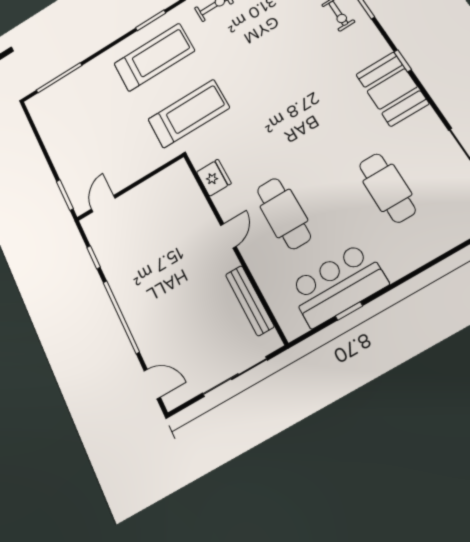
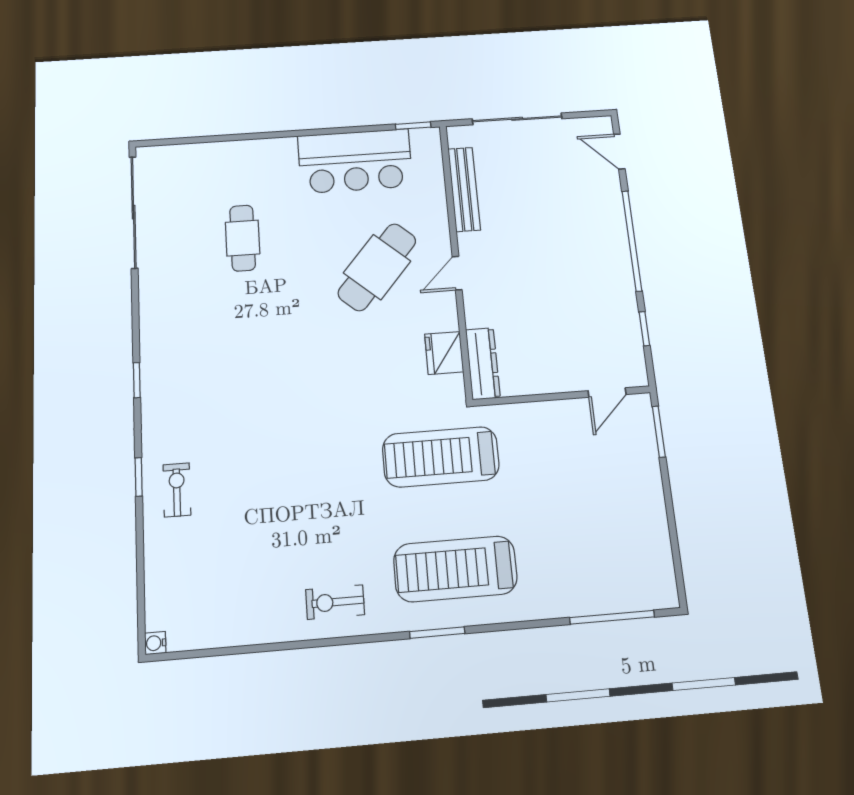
booth: (392, 89) -> (170, 351), removed
dresser: (186, 183) -> (483, 364), added
cafe table: (387, 188) -> (243, 238), width x0.73, depth x0.74
cafe table: (284, 213) -> (377, 267), turned 41
window: (349, 311) -> (413, 126), moved

